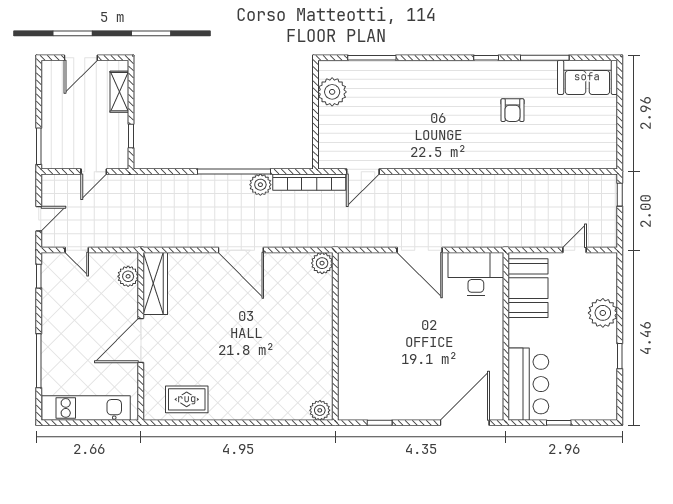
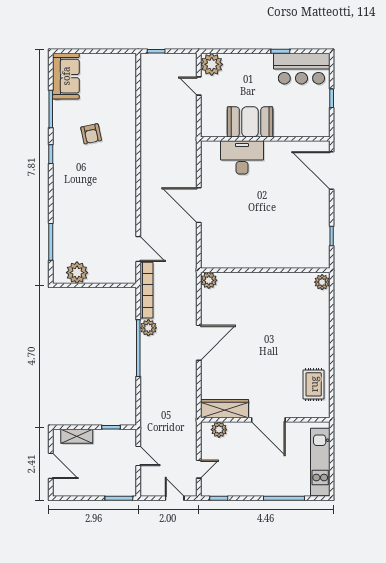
armchair: (512, 110) -> (91, 134), turned 78
door: (420, 250) -> (199, 205), swing flipped
desk: (476, 274) -> (242, 157), moved, turned 90
booth: (528, 288) -> (250, 122), moved
plant: (603, 313) -> (212, 64), moved
bar counter: (528, 384) -> (301, 69), moved, turned 180

